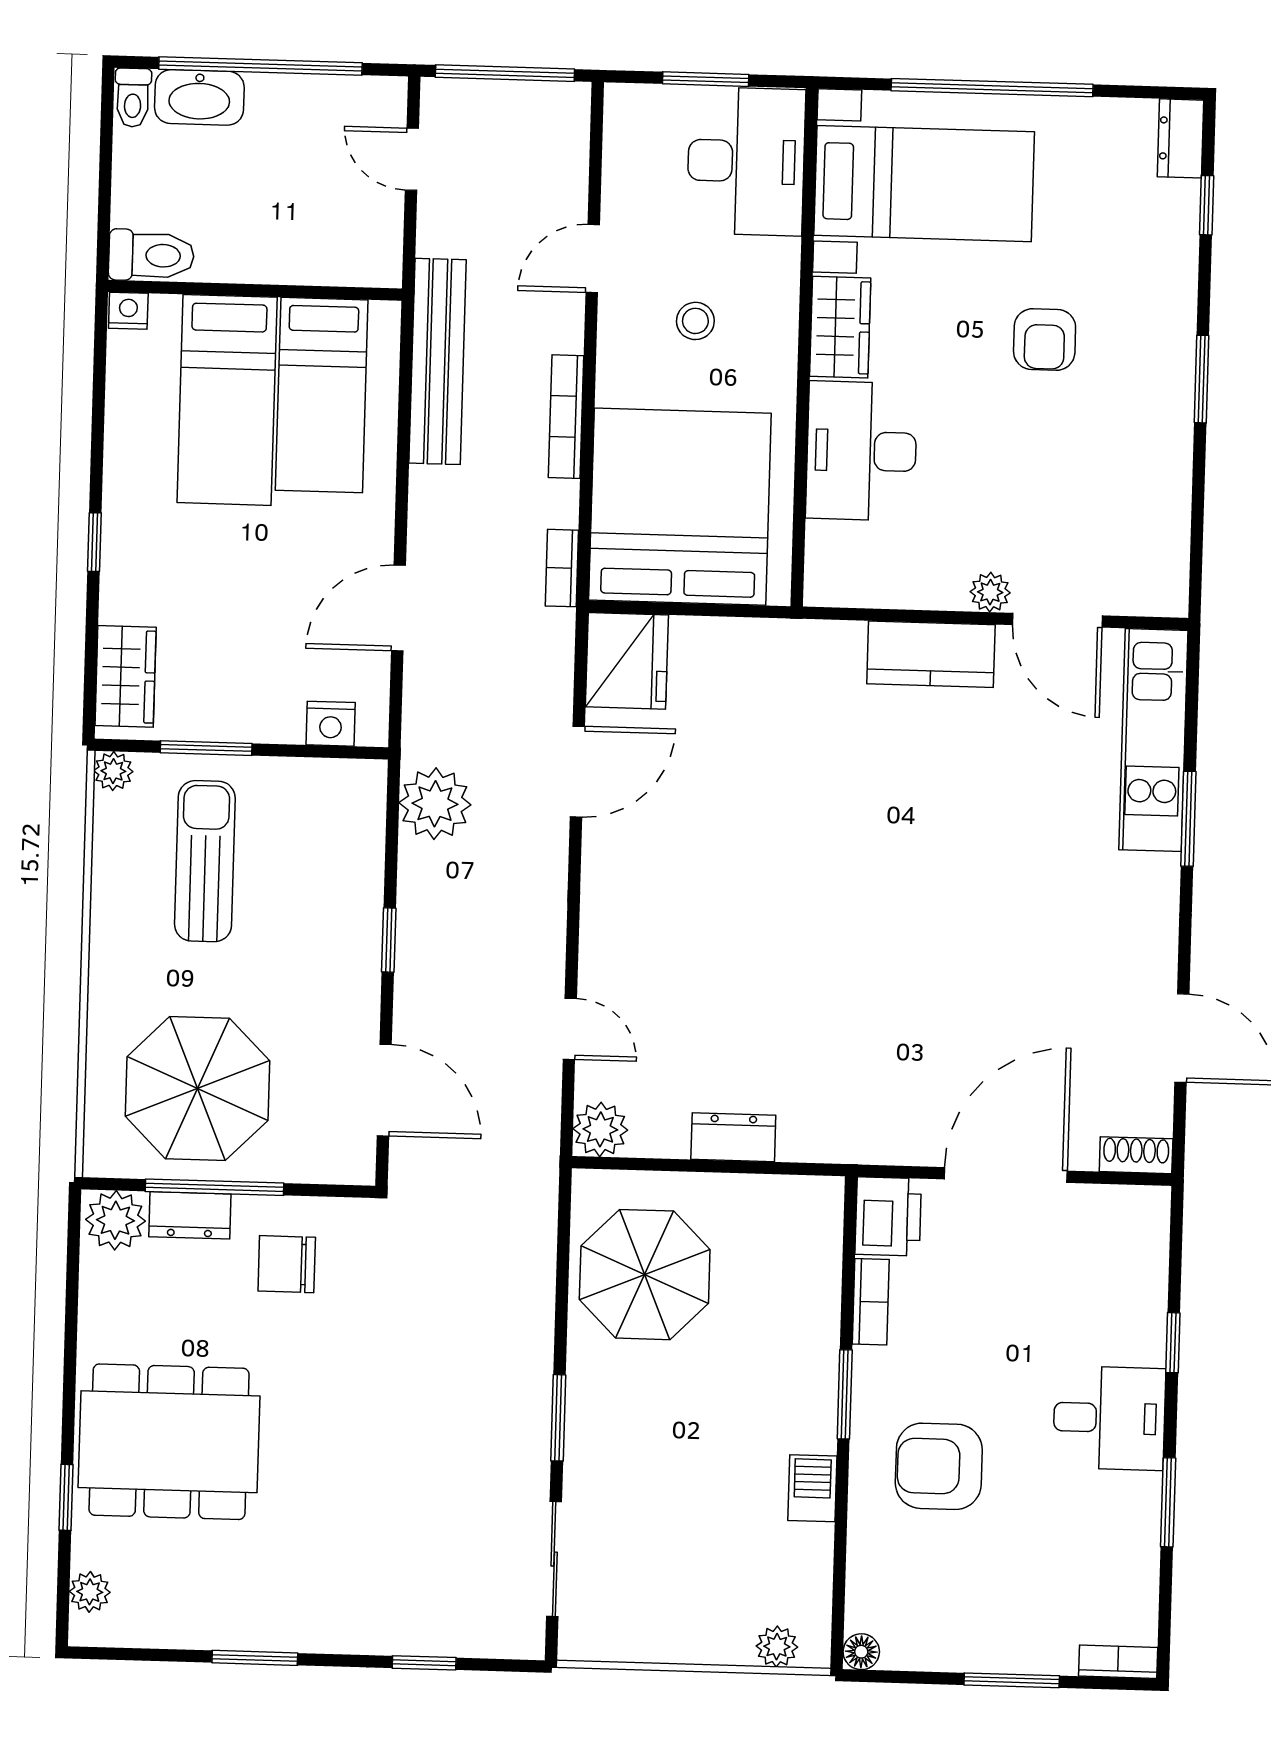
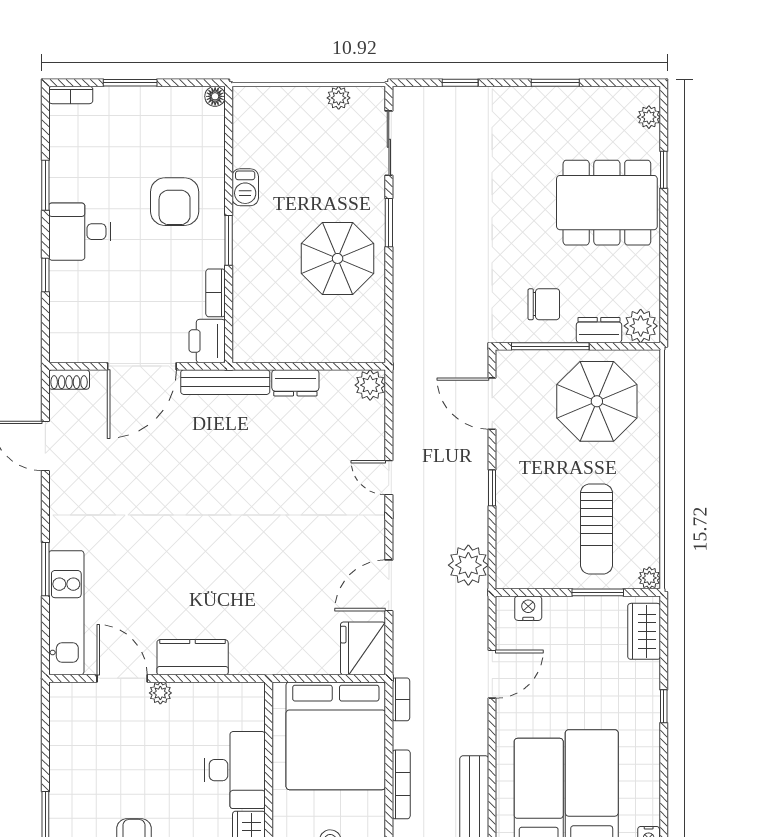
door: (570, 1029) -> (389, 478), moved
bench: (858, 1142) -> (225, 382), added
window: (214, 1187) -> (550, 346), moved
parasol: (645, 1275) -> (338, 258), moved
armchair: (939, 1466) -> (175, 202), turned 90
plant: (777, 1647) -> (339, 98), moved

